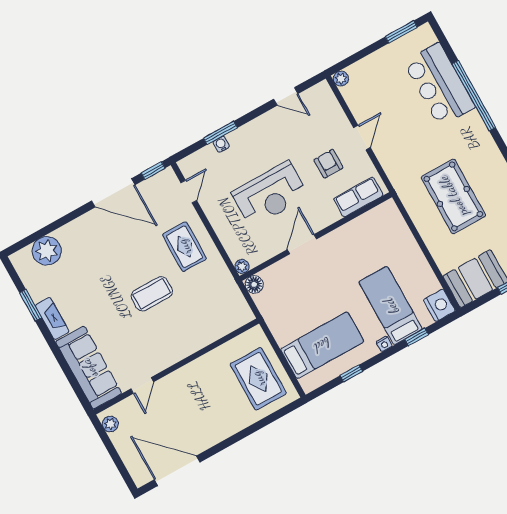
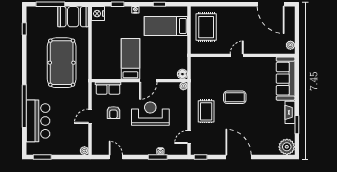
door: (113, 193) -> (239, 157), moved
pool table: (453, 196) -> (62, 63), width x1.36, depth x1.32
plant: (47, 251) -> (287, 147), moved
bed: (391, 306) -> (130, 59), moved, turned 180
door: (142, 385) -> (237, 55), moved

